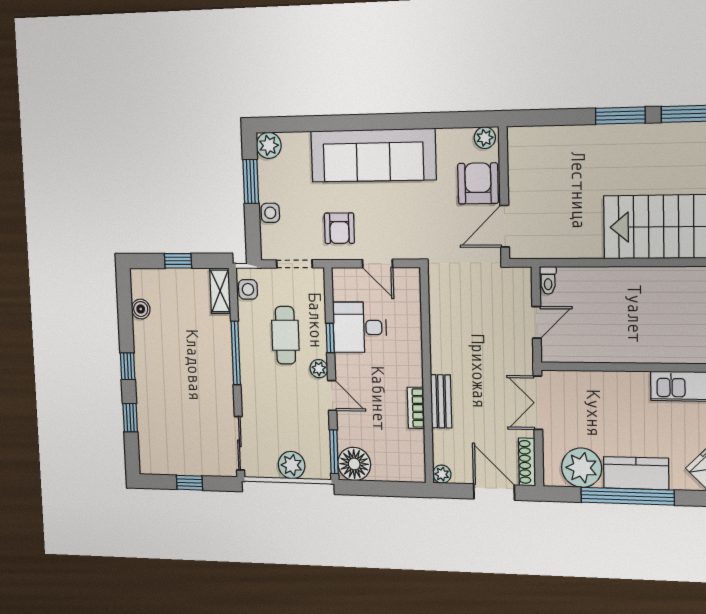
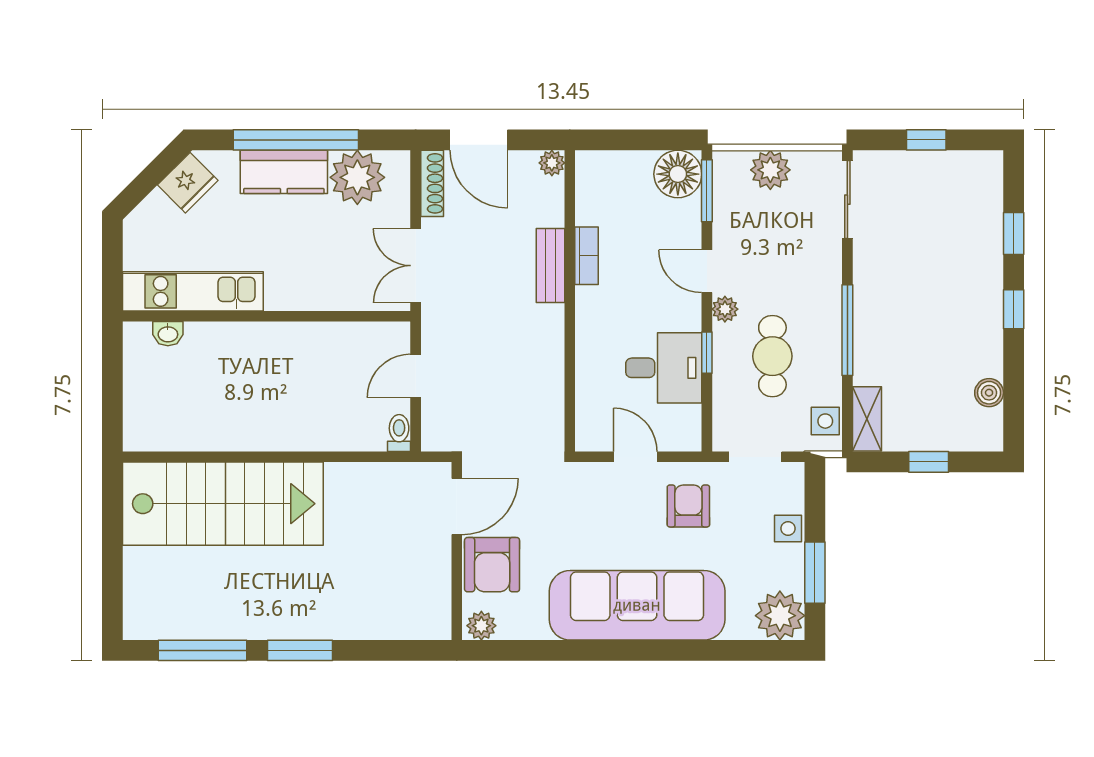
plant: (269, 145) -> (780, 616), width x1.36, depth x1.36
double door: (538, 403) -> (416, 266), swing flipped

